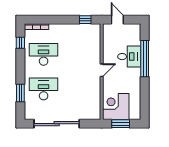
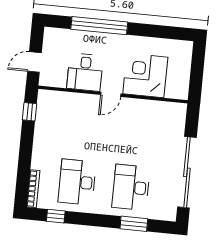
desk: (129, 57) -> (85, 72), moved, turned 180
door: (102, 70) -> (111, 94), swing flipped
corner desk: (116, 107) -> (145, 75), moved, turned 90
window: (121, 124) -> (197, 73), removed

